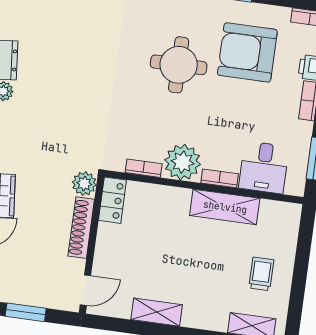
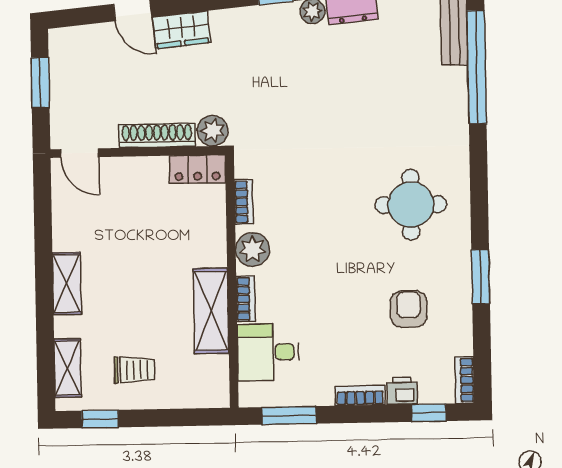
armchair: (247, 52) -> (409, 309), width x0.53, depth x0.53
round table: (179, 65) -> (411, 205), moved
plant: (183, 162) -> (253, 249), width x0.73, depth x0.73
window: (296, 307) -> (100, 419), added
shelving: (157, 312) -> (67, 284), moved

